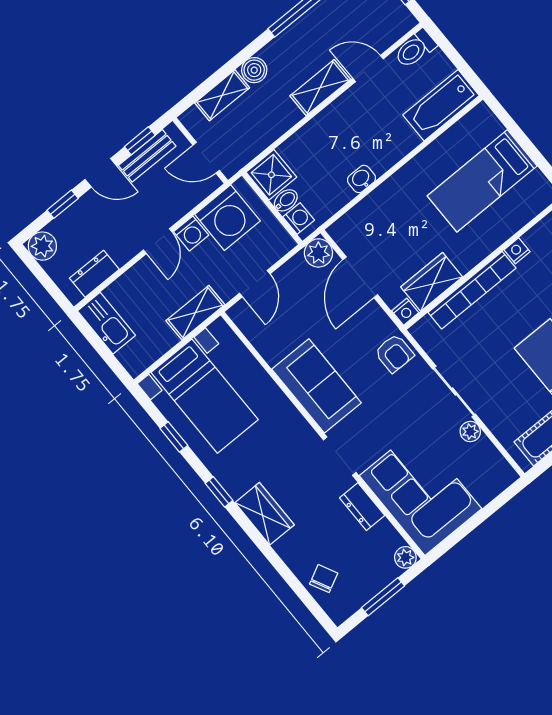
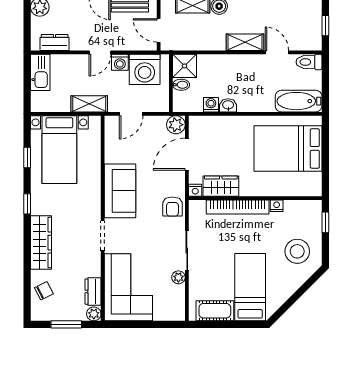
bed: (482, 181) -> (288, 148), width x1.50
washing machine: (299, 219) -> (211, 105), moved, turned -90
dresser: (362, 507) -> (93, 292), moved
wardrobe: (265, 514) -> (41, 243), width x1.50

